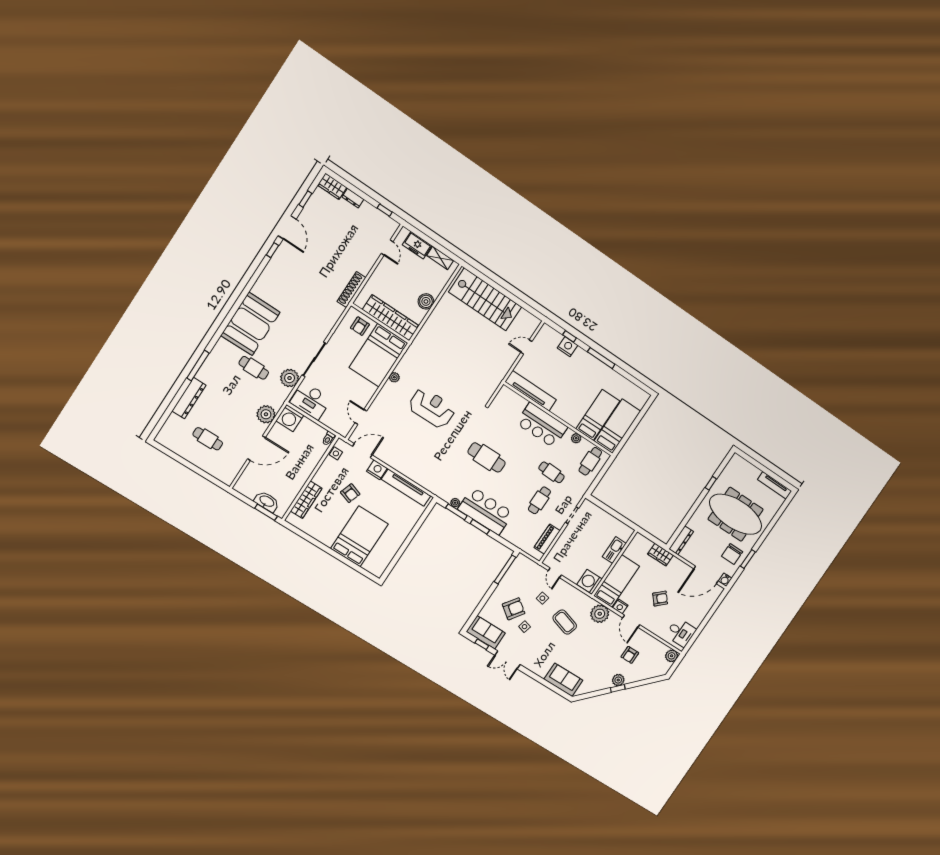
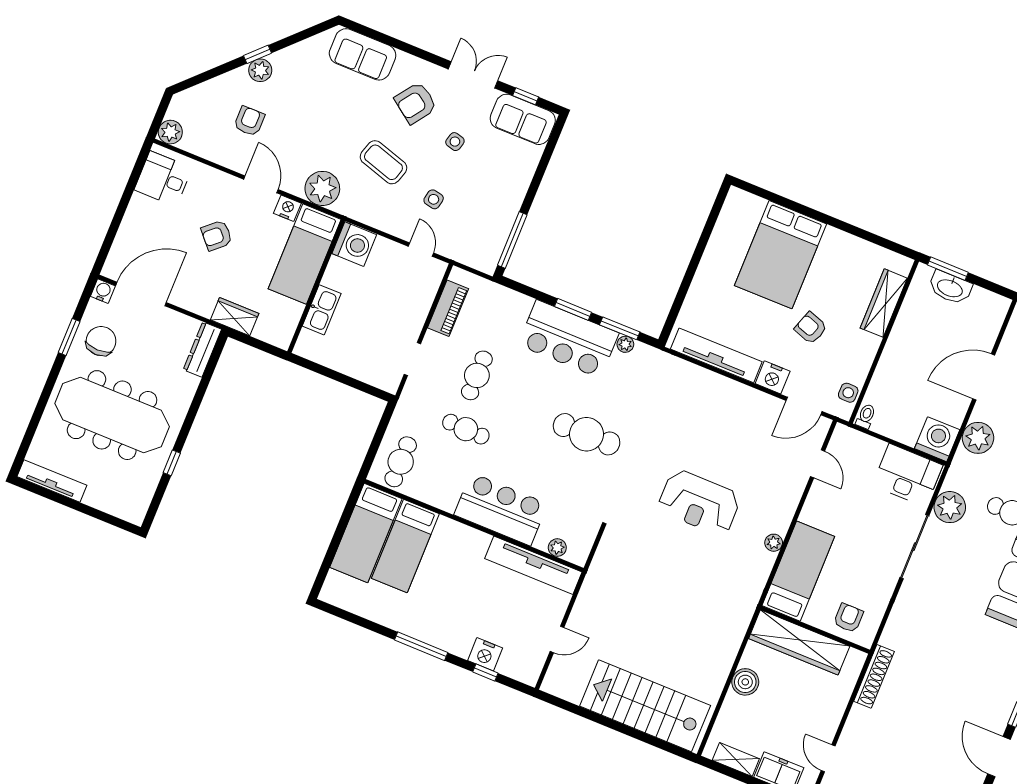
bed: (378, 355) -> (798, 571), width x0.67
plant: (576, 438) -> (557, 548), moved
armchair: (514, 609) -> (416, 103), moved

